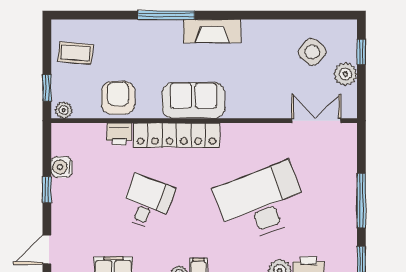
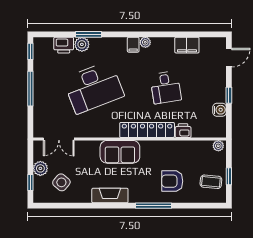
fireplace: (212, 31) -> (110, 196), moved
window: (47, 88) -> (229, 176), moved
armchair: (118, 98) -> (172, 181), moved, turned 90
sofa: (193, 100) -> (120, 152), moved
desk: (147, 202) -> (166, 87), turned -30

